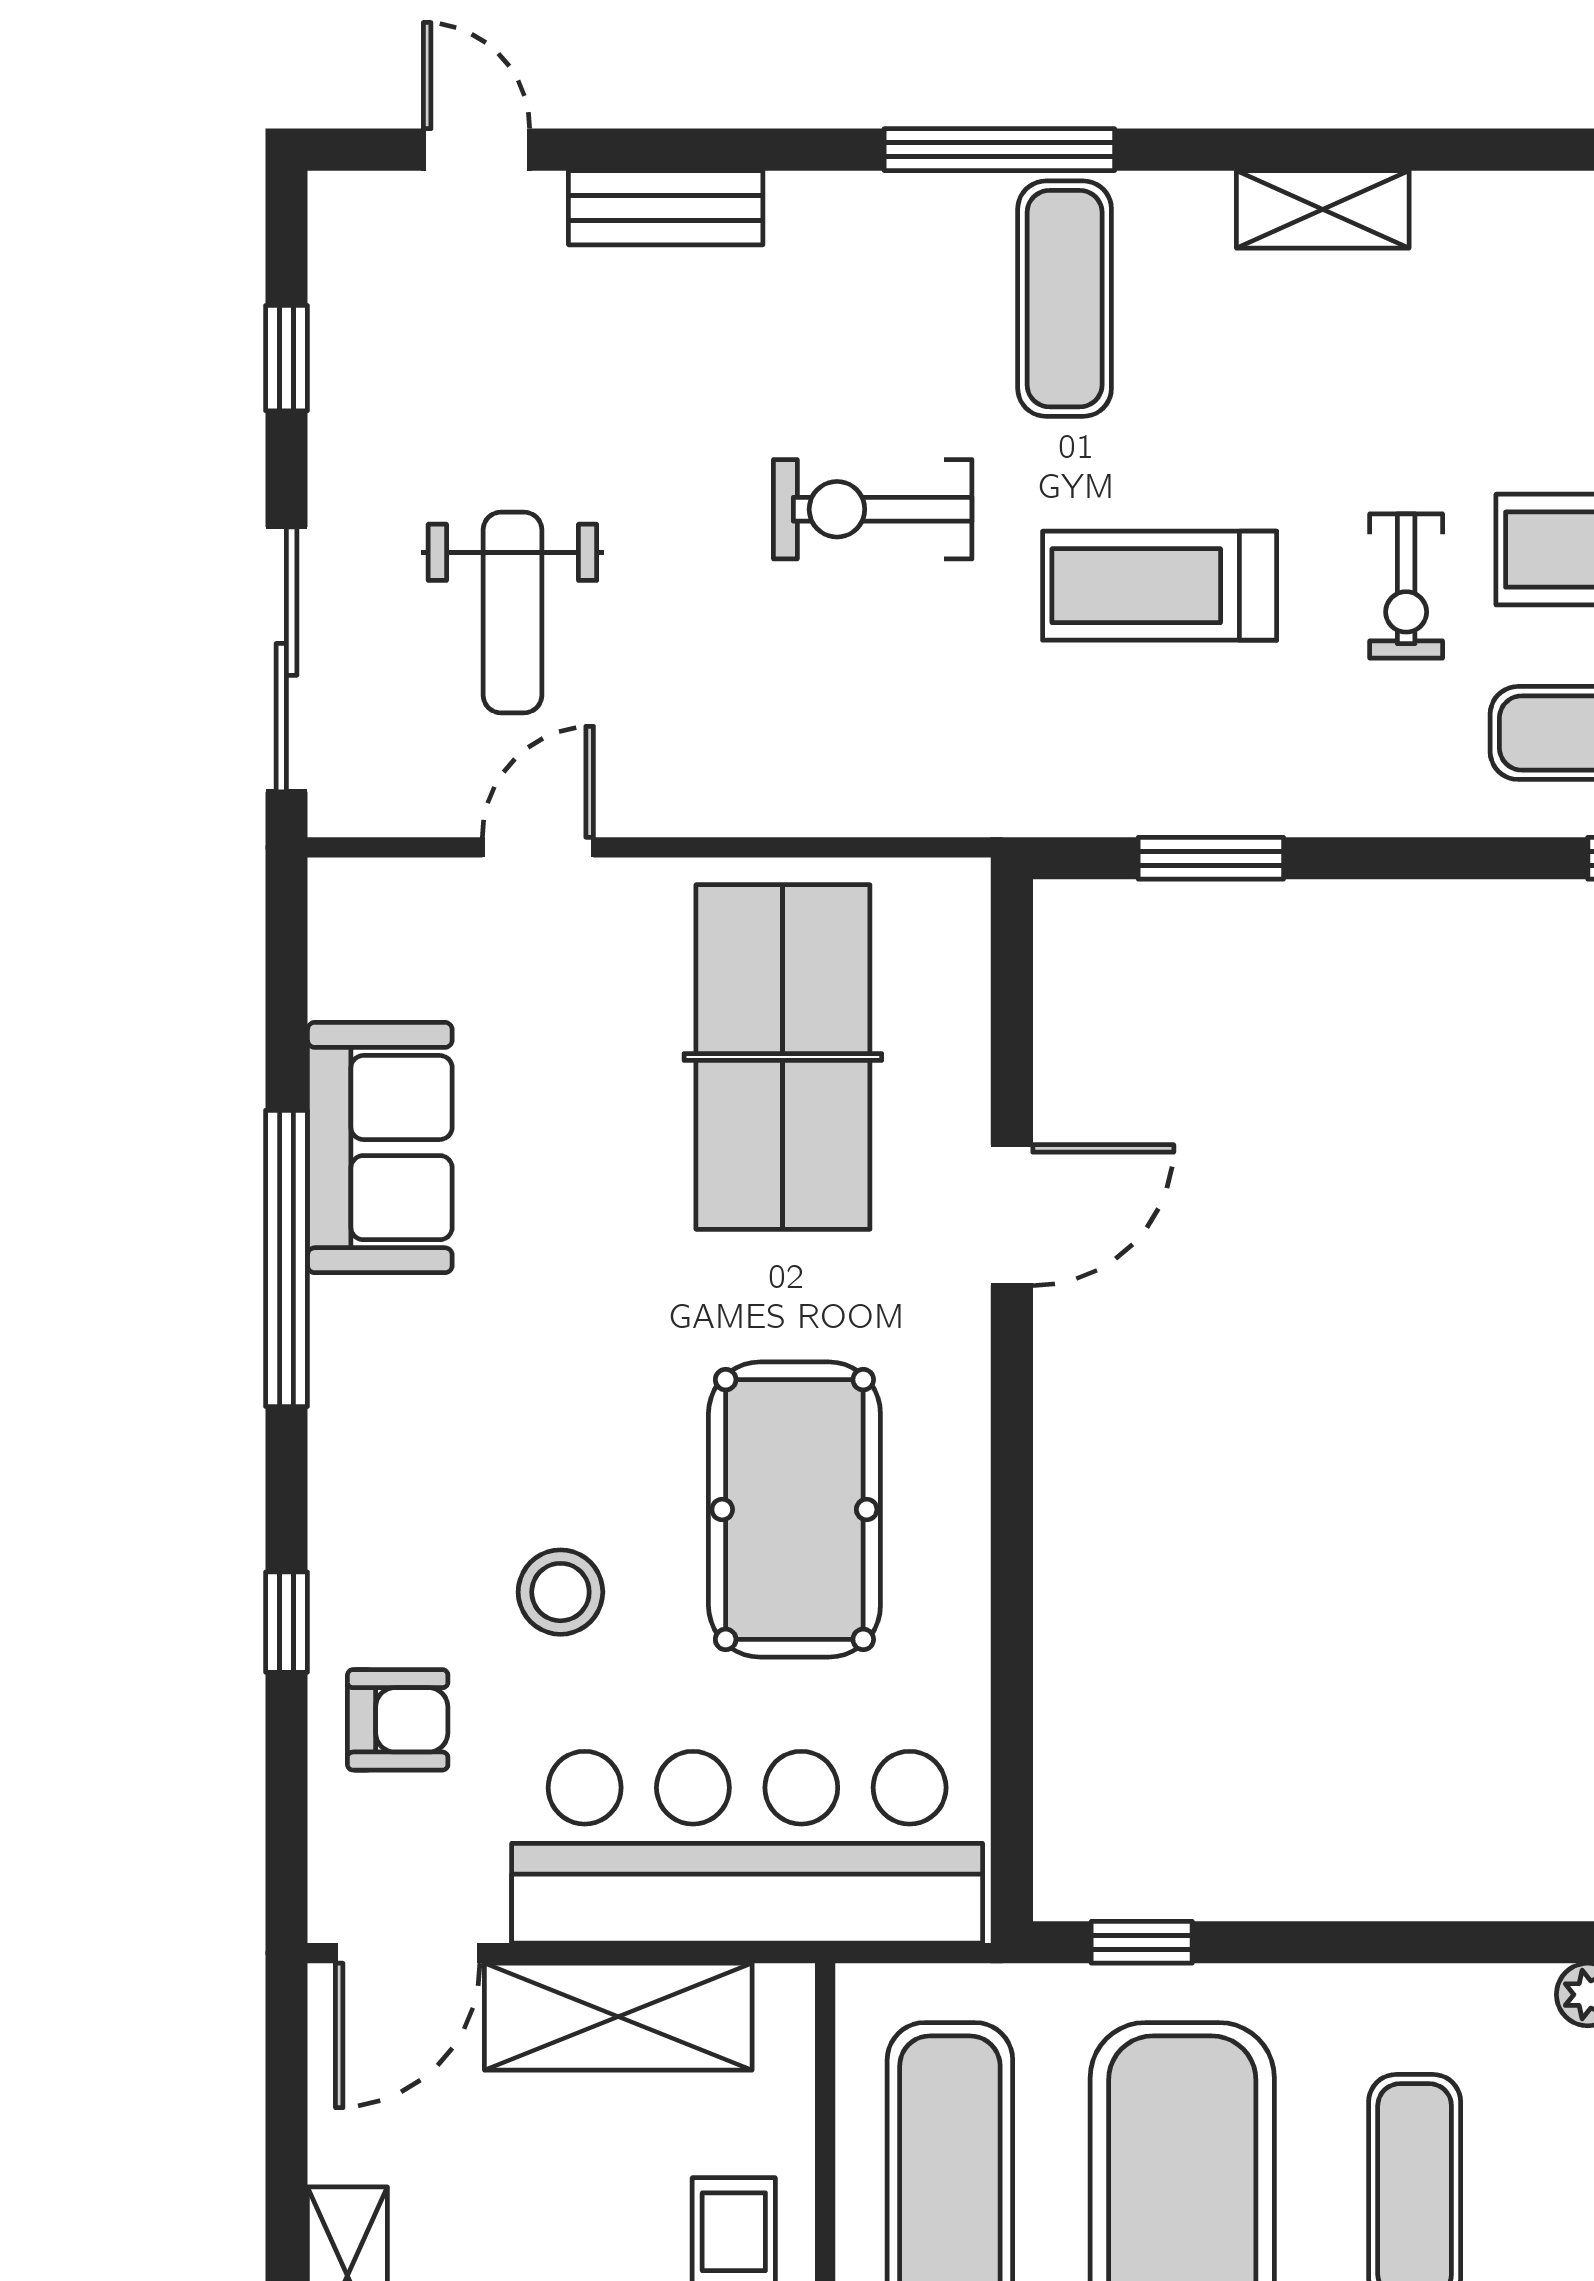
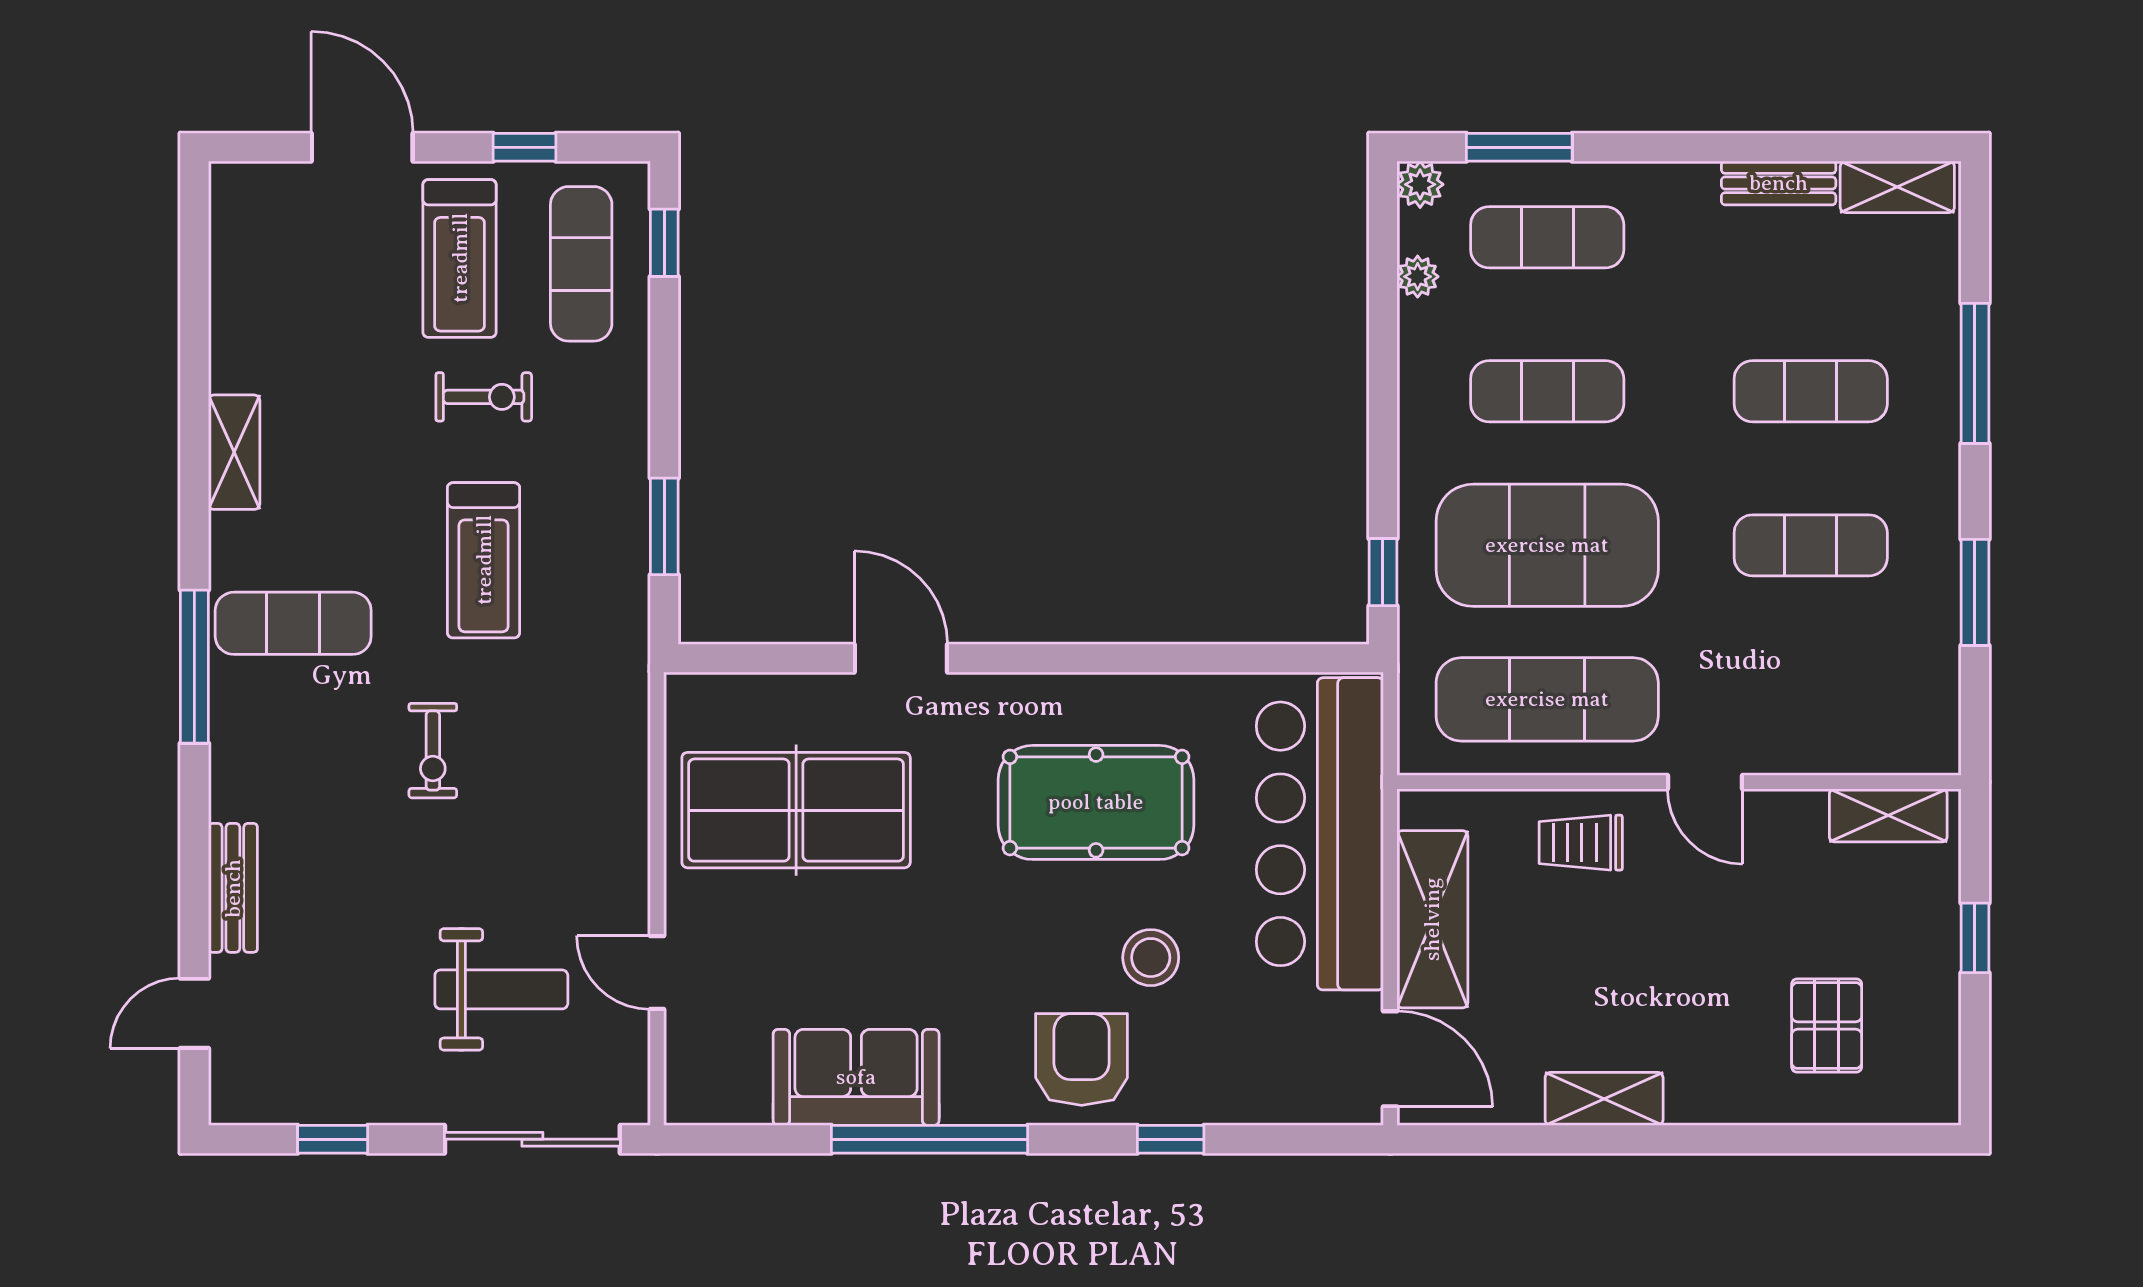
exercise bike: (873, 509) -> (433, 751), width x0.73, depth x0.72
armchair: (398, 1720) -> (1082, 1059), moved, width x1.38, depth x1.38

